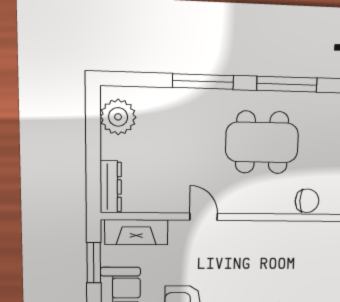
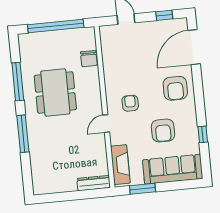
plant: (118, 117) -> (51, 183), removed
chair: (307, 201) -> (89, 59), turned 180
armchair: (231, 257) -> (130, 103), added

